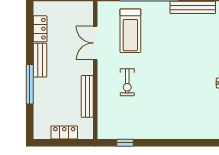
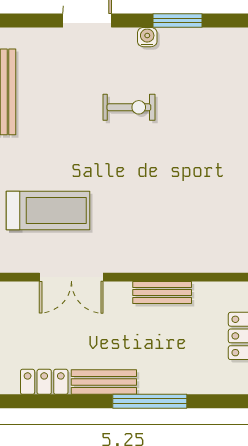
exercise bike: (127, 82) -> (129, 107), moved
bench: (87, 96) -> (162, 292), width x0.73

